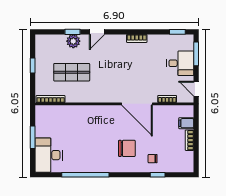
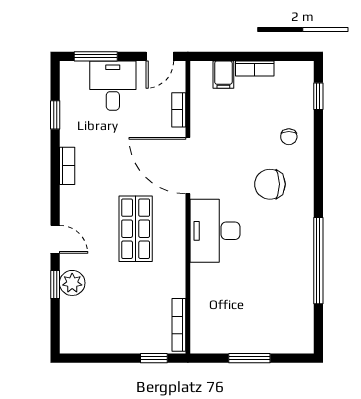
window: (177, 32) -> (55, 115), moved
window: (33, 65) -> (154, 358), moved
shop shelf: (72, 72) -> (136, 229), moved
door: (137, 104) -> (188, 166), swing flipped
chair: (127, 148) -> (270, 184), turned -90
desk: (49, 155) -> (215, 231), moved, turned 90
window: (158, 175) -> (318, 96), moved

